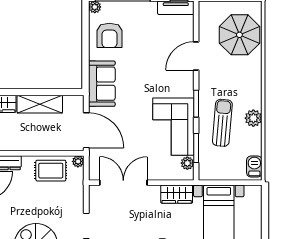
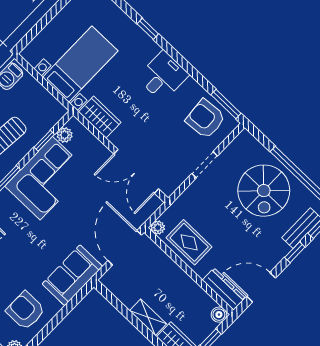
armchair: (109, 35) -> (26, 311), turned -90
shelving: (40, 104) -> (148, 317), width x0.67, depth x0.75
window: (196, 148) -> (44, 141), width x0.67

